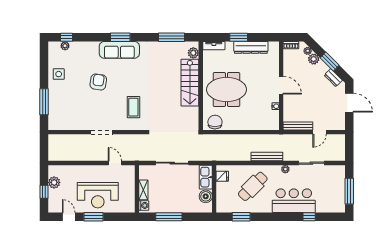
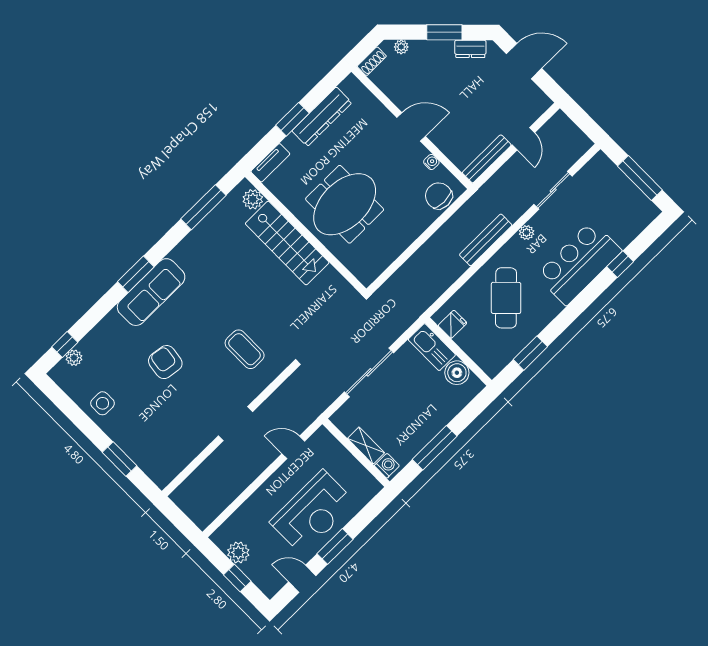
plant: (314, 59) -> (420, 50), removed
window: (44, 102) -> (120, 459), width x0.69
chair: (215, 122) -> (439, 196), moved

